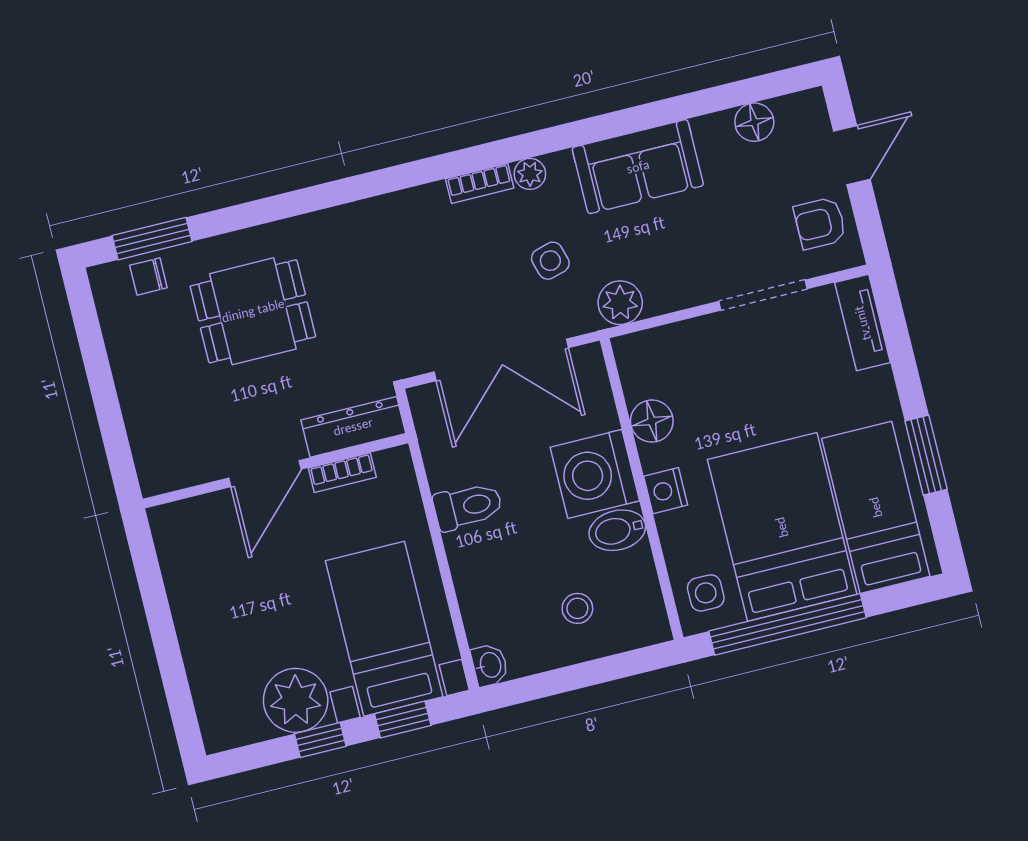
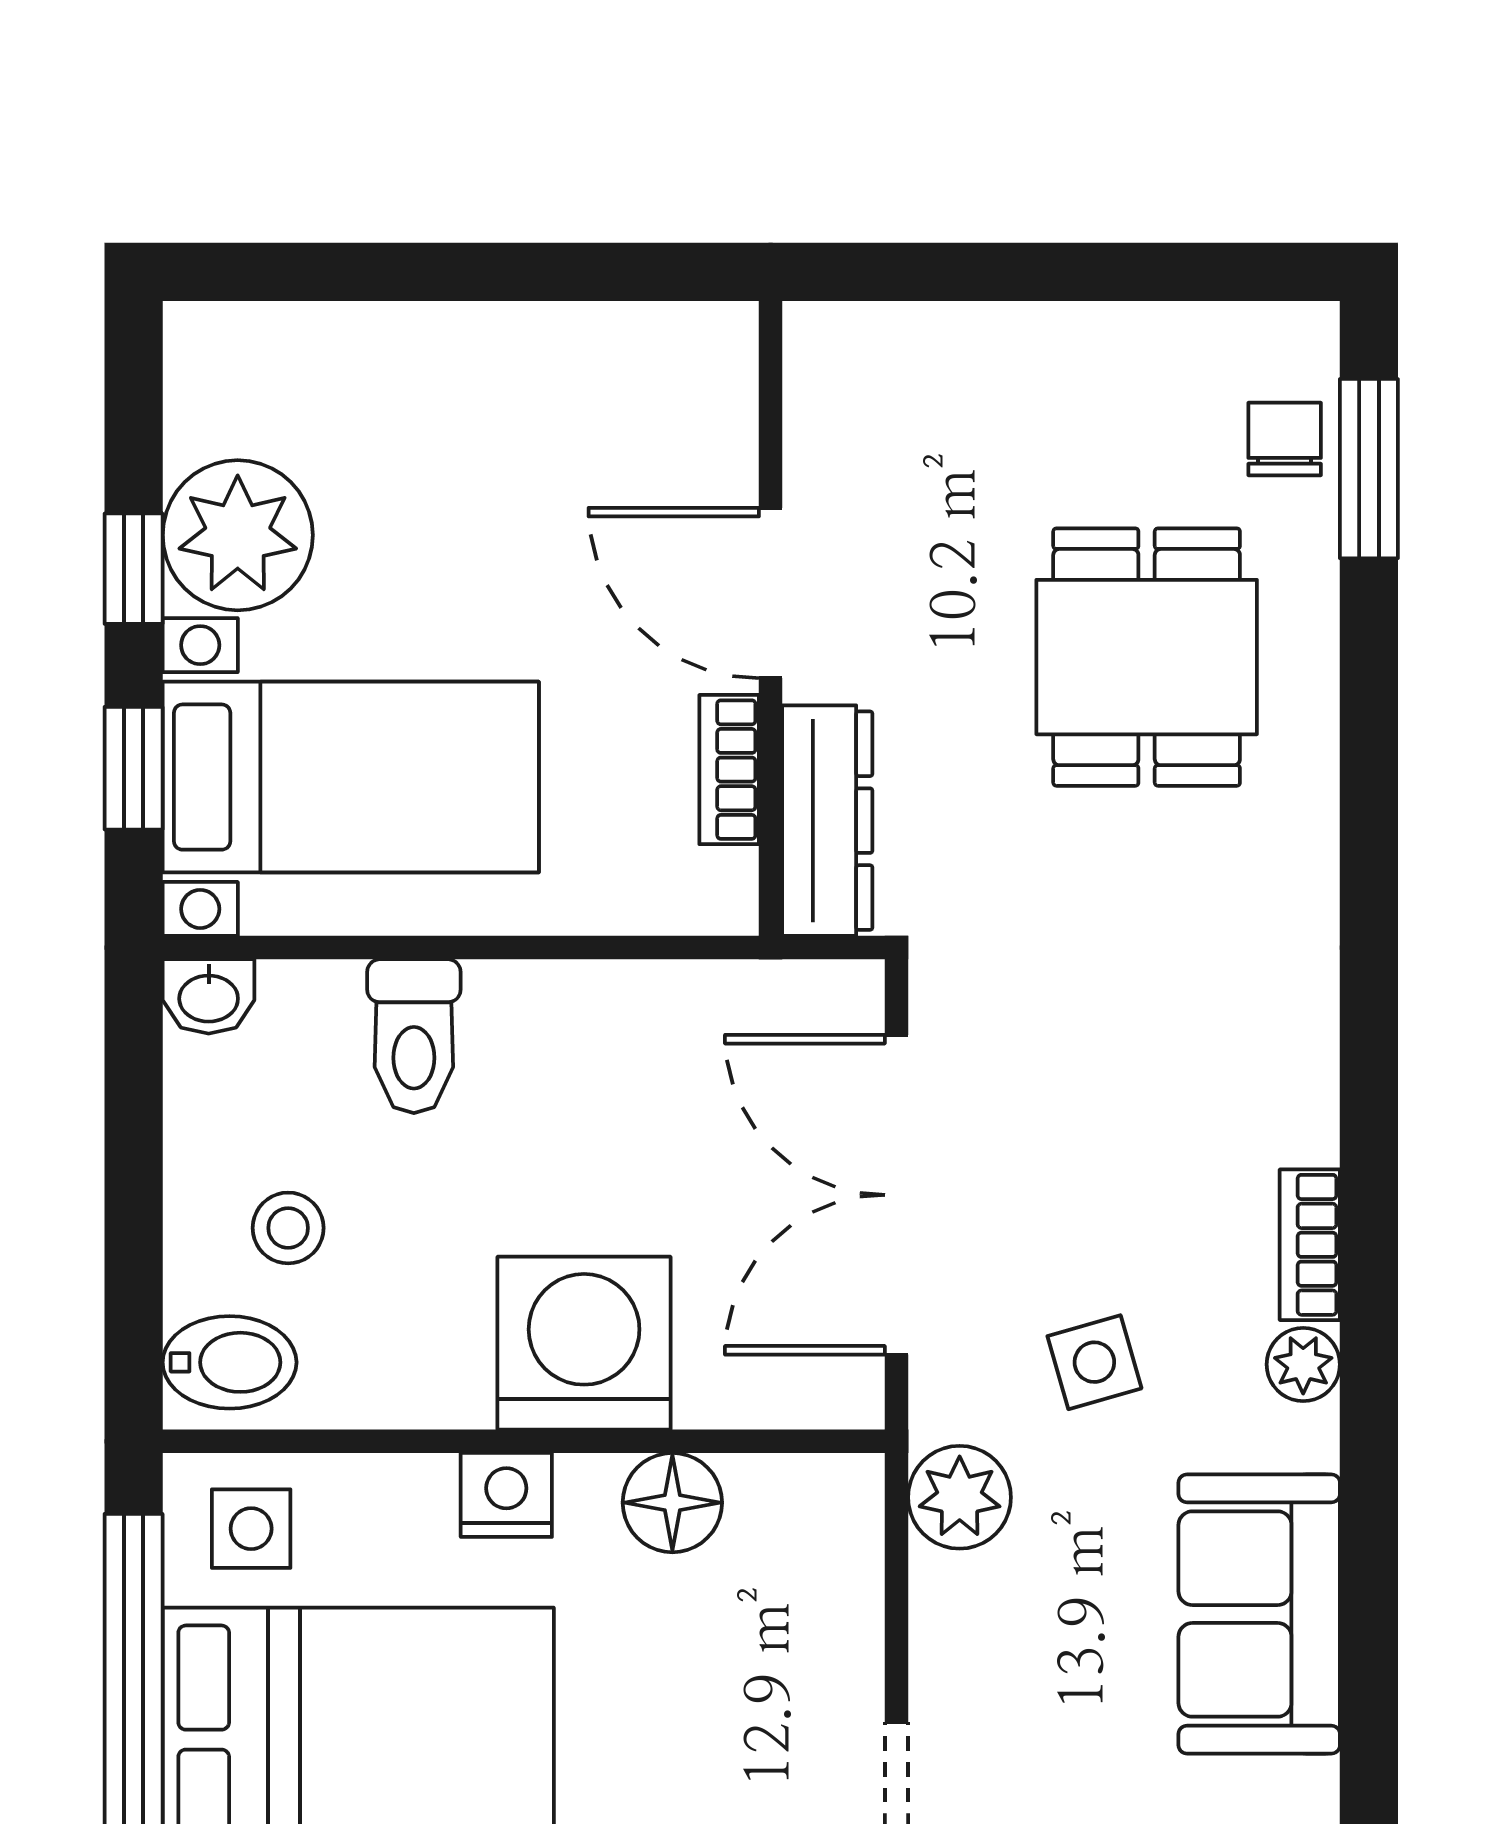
toilet: (468, 506) -> (414, 1036), moved
bidet: (617, 530) -> (230, 1362), moved, turned 90

